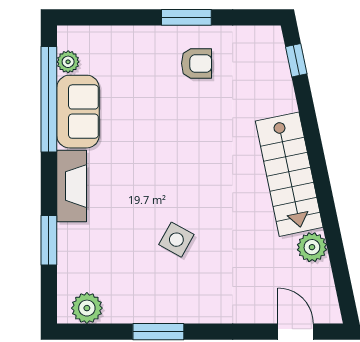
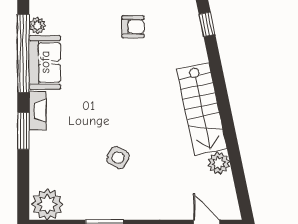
fireplace: (72, 186) -> (38, 111), width x0.73, depth x0.76
window: (49, 240) -> (23, 131), moved
plant: (87, 308) -> (47, 204), width x1.36, depth x1.36

